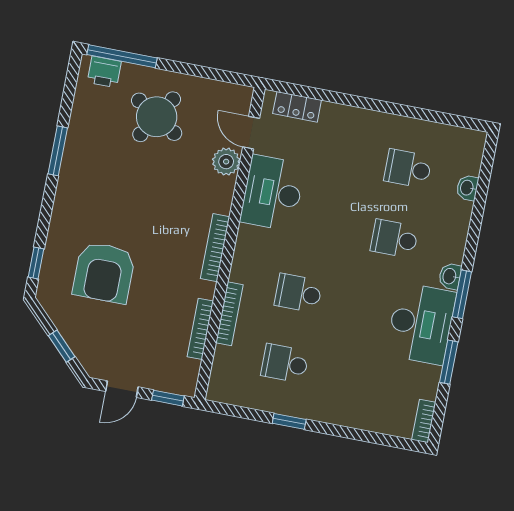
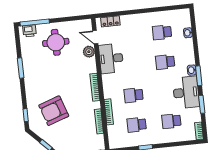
round table: (157, 117) -> (56, 42), turned -32
armchair: (104, 273) -> (54, 111), turned 71
school desk: (367, 379) -> (171, 121), added

